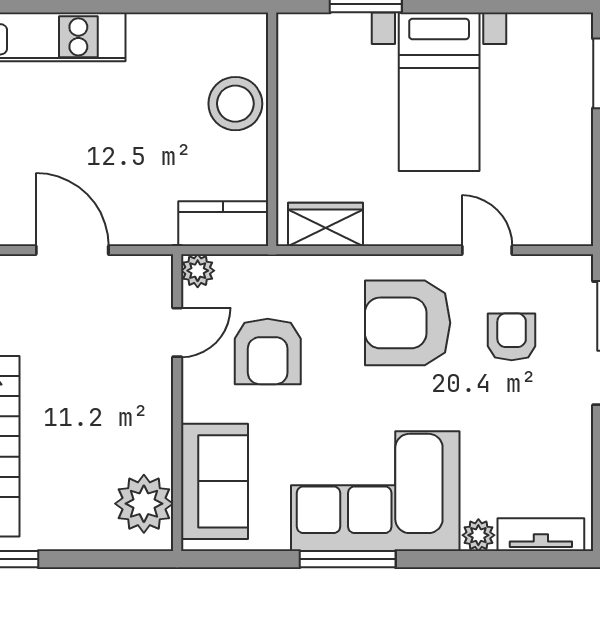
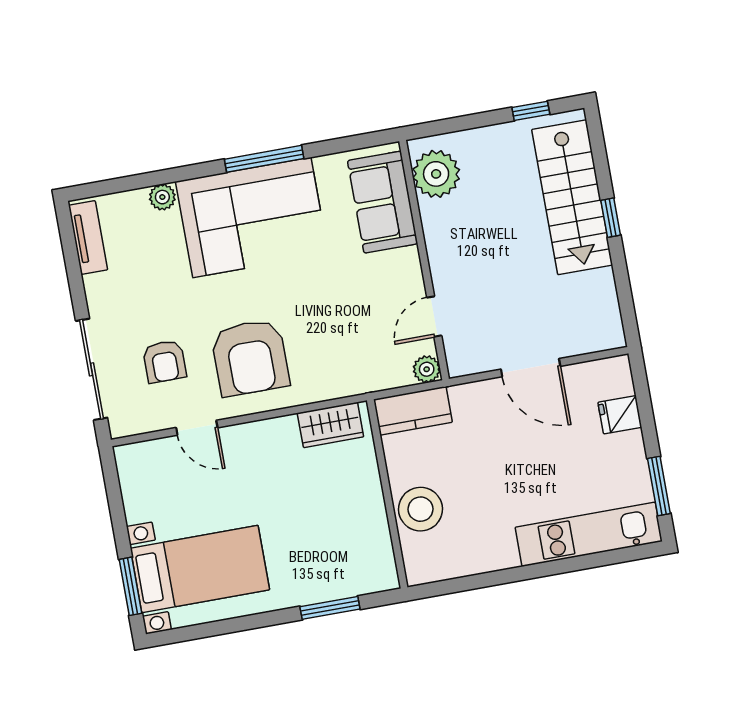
bed with nightstands: (439, 92) -> (200, 569), moved, turned 90
armchair: (408, 323) -> (250, 358), turned 90
armchair: (268, 351) -> (359, 314), removed
tv unit: (541, 535) -> (88, 238), moved, turned -90

